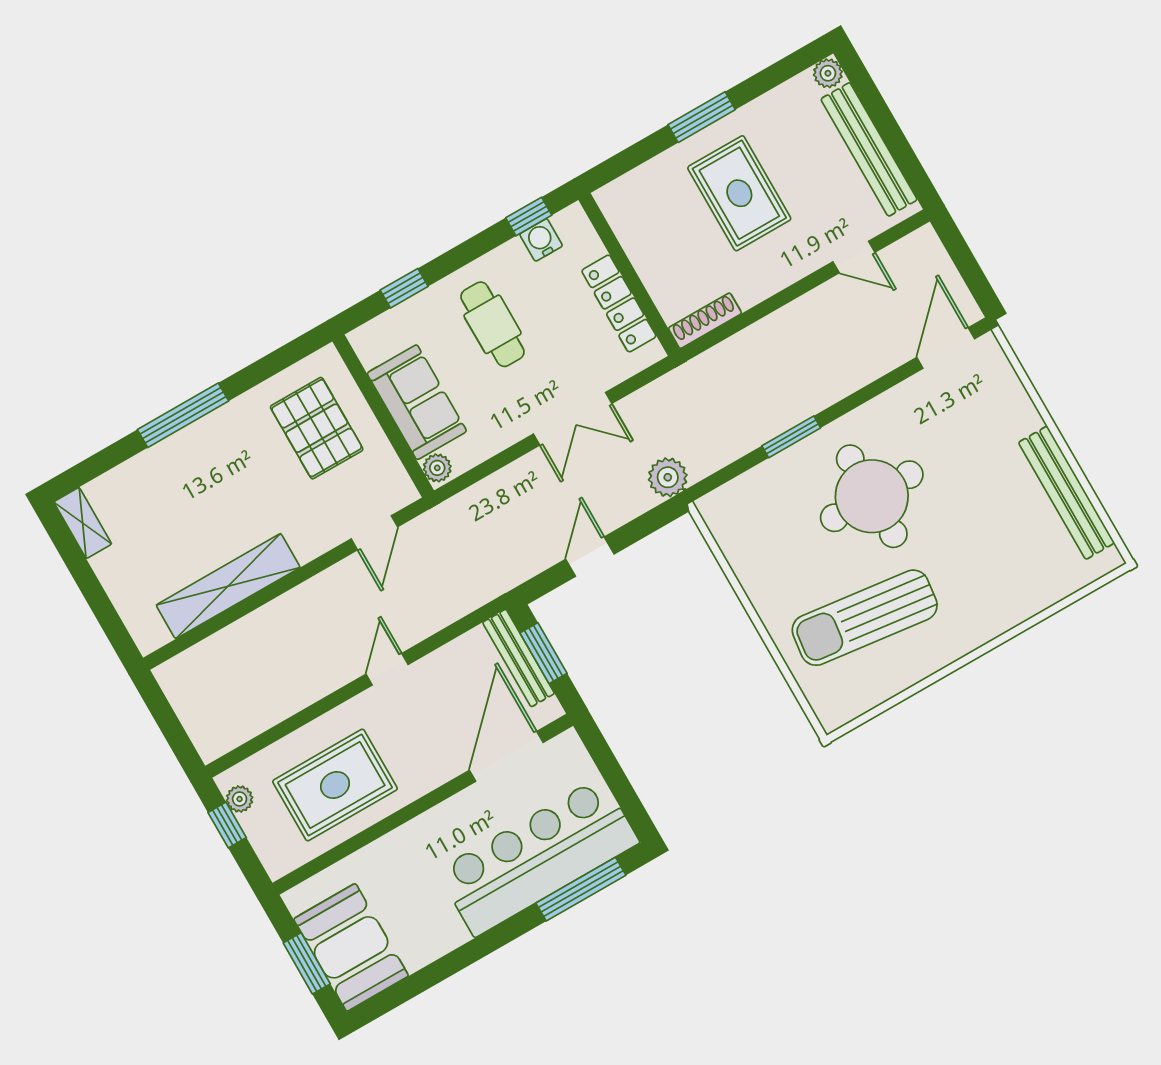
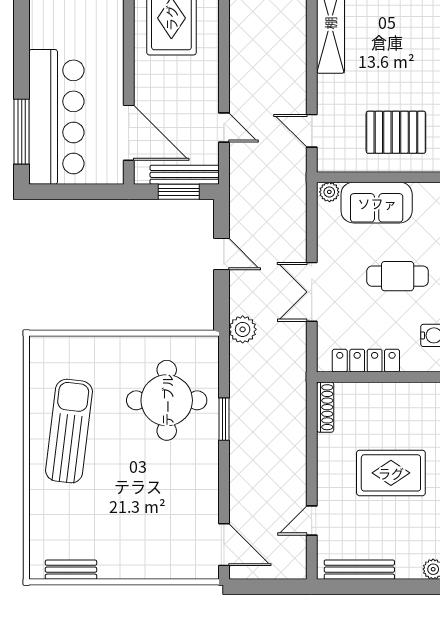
bench: (869, 149) -> (359, 570), width x0.73, depth x0.82
bench: (1066, 493) -> (71, 570), width x0.54, depth x0.82
round table: (872, 496) -> (167, 400), moved
sun lounger: (865, 618) -> (69, 431), moved
door: (387, 669) -> (224, 127), moved

